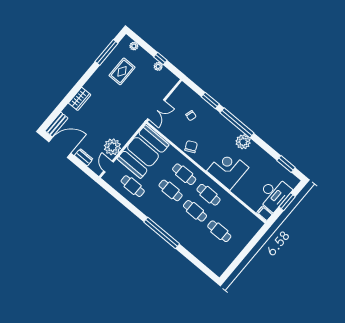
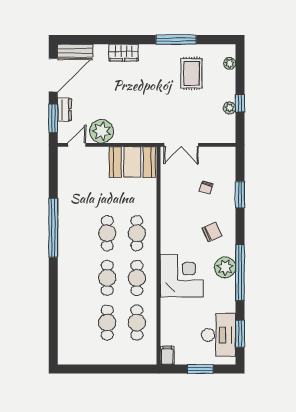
window: (107, 52) -> (176, 40), moved
rug: (122, 71) -> (191, 73), turned 90
window: (237, 123) -> (240, 272), moved
chair: (191, 147) -> (212, 232), moved
door: (60, 148) -> (53, 75), hinge flipped
booth: (143, 152) -> (132, 162), width x0.73, depth x0.70
window: (83, 167) -> (53, 118), added
cafe table: (133, 186) -> (137, 323), moved
desk: (274, 194) -> (219, 335), moved, turned -90
window: (162, 233) -> (53, 228), moved

